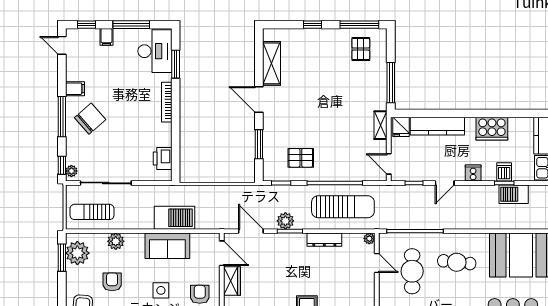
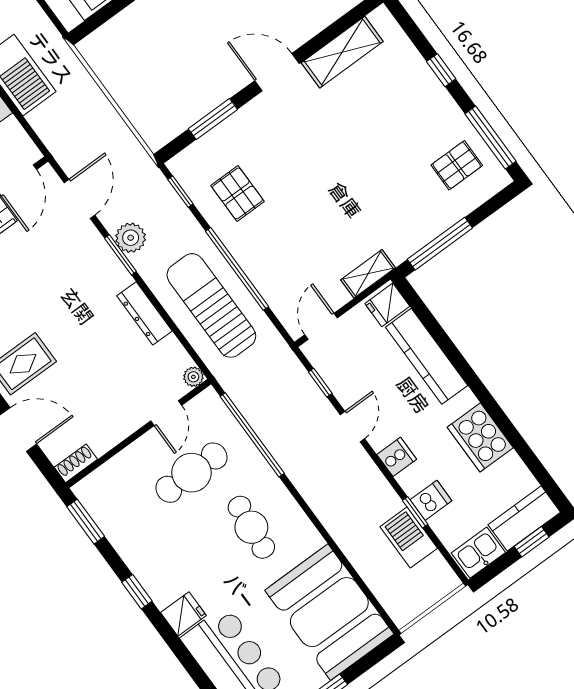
door: (259, 100) -> (277, 72), hinge flipped
door: (445, 183) -> (352, 427), swing flipped
sun lounger: (343, 207) -> (211, 305), turned 180

